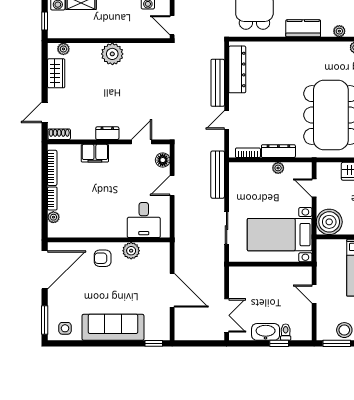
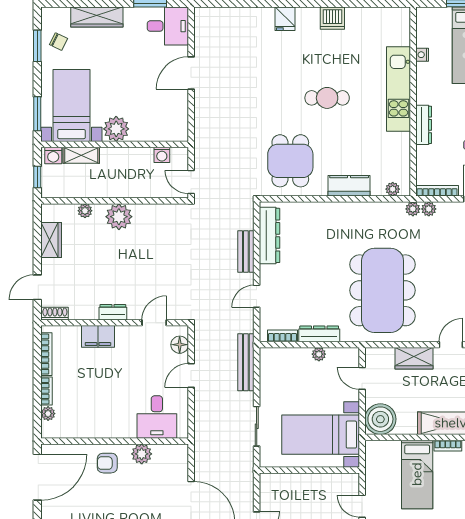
plant: (63, 49) -> (85, 211), moved
bench: (218, 83) -> (246, 252), width x0.73

